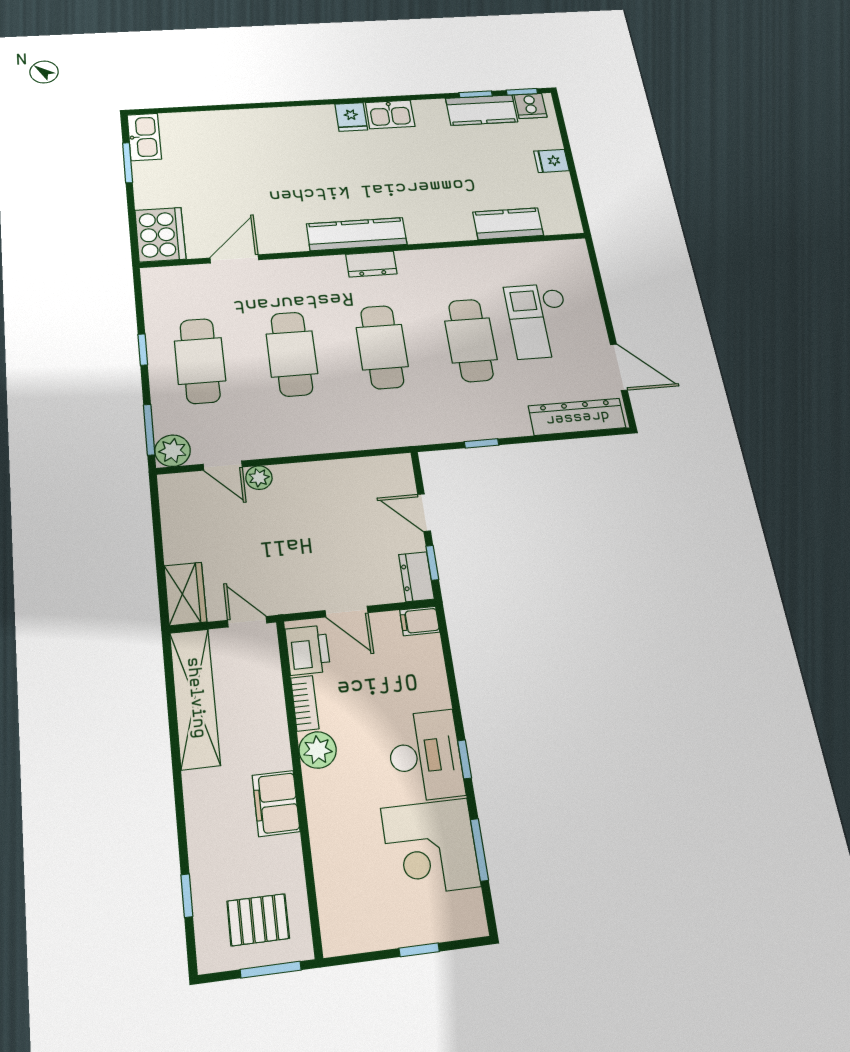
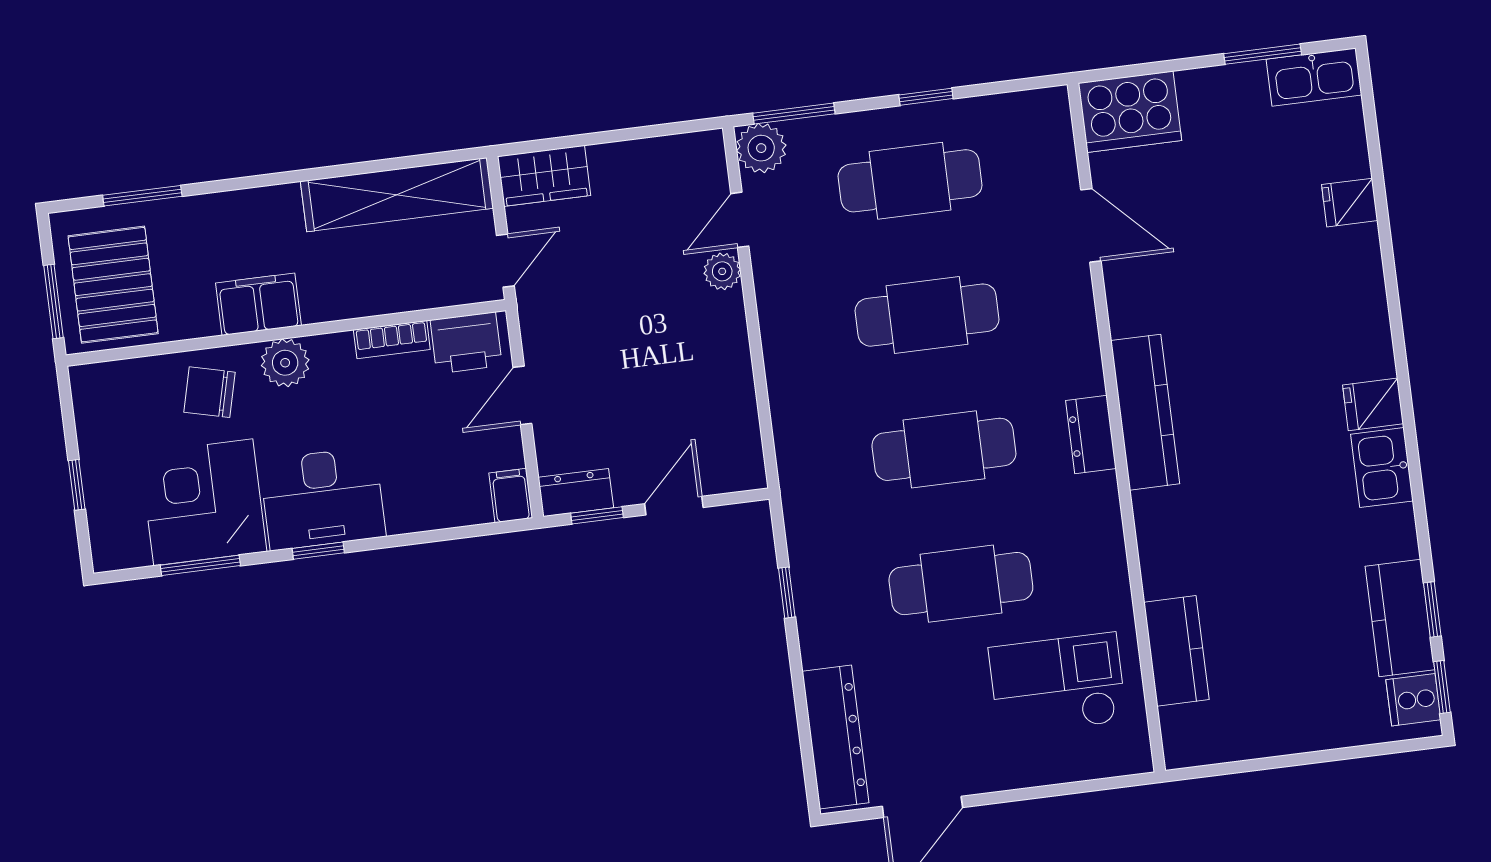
fridge: (551, 161) -> (1350, 203), moved, turned -90
checkout: (539, 321) -> (1058, 684), moved
plant: (318, 750) -> (285, 363), moved
chair: (344, 842) -> (210, 392), added
window: (187, 896) -> (142, 196), width x1.50
pallet: (258, 920) -> (113, 285), width x1.50, depth x1.42

